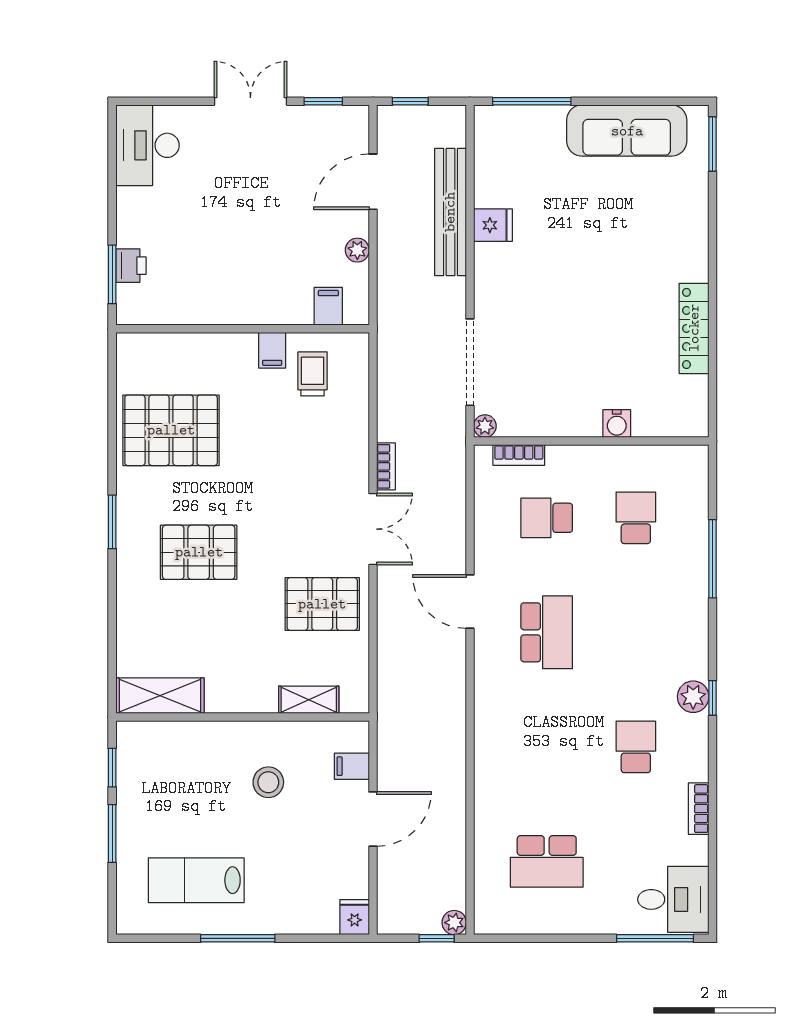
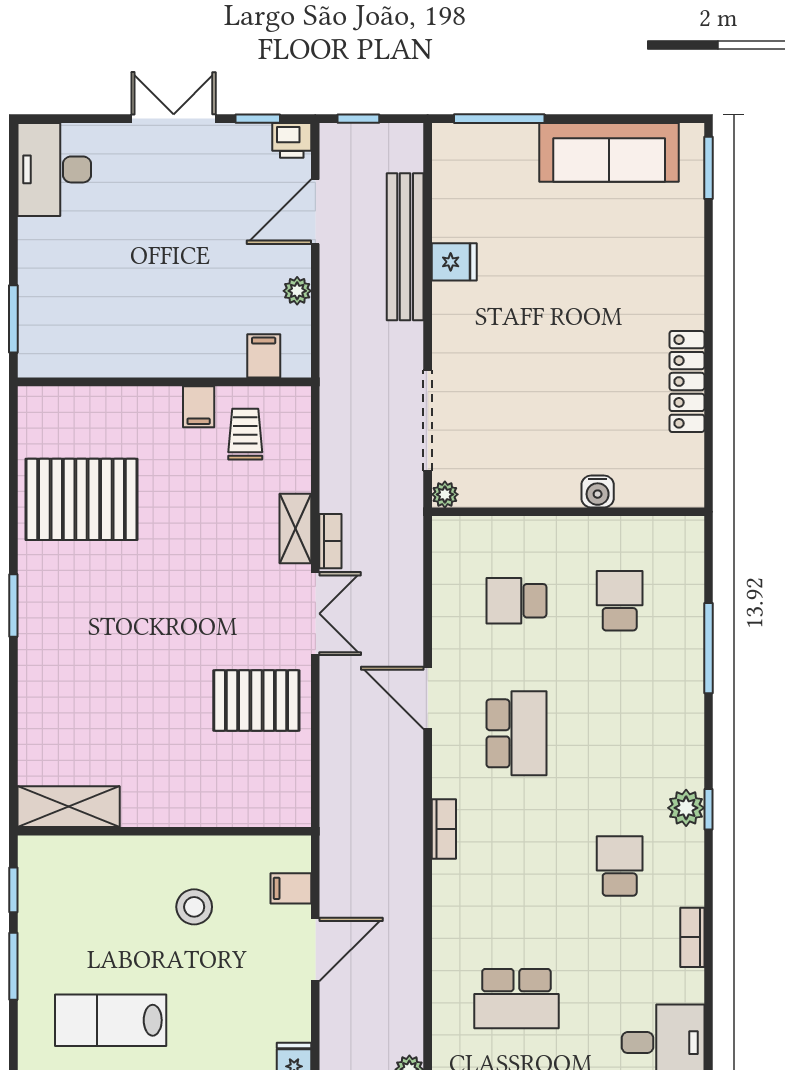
printer: (131, 266) -> (292, 140), moved, turned 90
bookcase: (519, 455) -> (444, 829), moved, turned -90
pallet: (199, 552) -> (113, 641), removed
shelving: (309, 700) -> (295, 528), moved, turned 90

